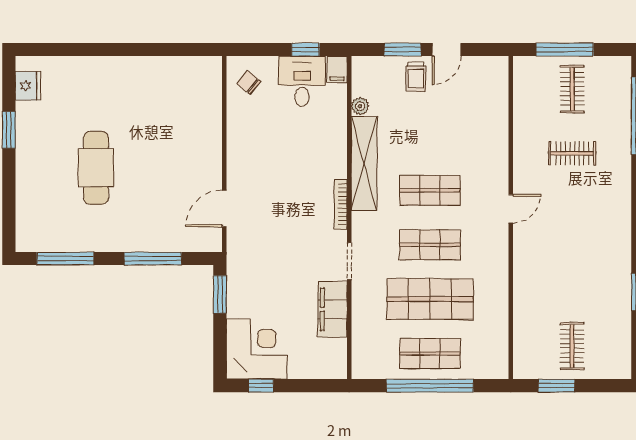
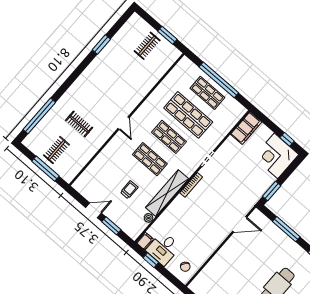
trolley: (416, 77) -> (129, 190), moved
door: (511, 209) -> (124, 123), swing flipped
filing cabinet: (333, 309) -> (246, 128), moved

